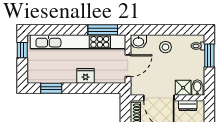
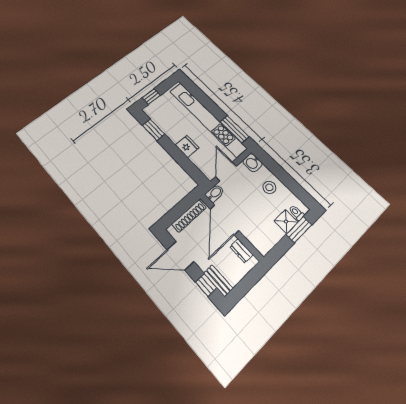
window: (22, 50) -> (151, 96), moved
door: (128, 66) -> (226, 171), swing flipped
shower: (183, 88) -> (286, 222), moved
bidet: (197, 88) -> (215, 193), moved

